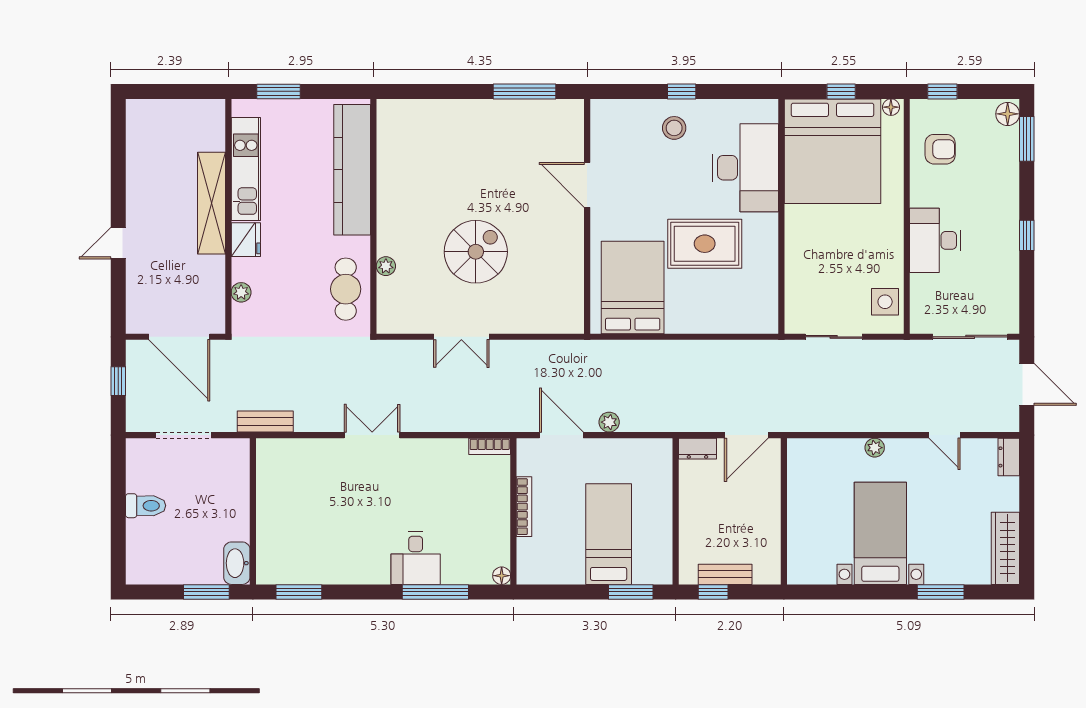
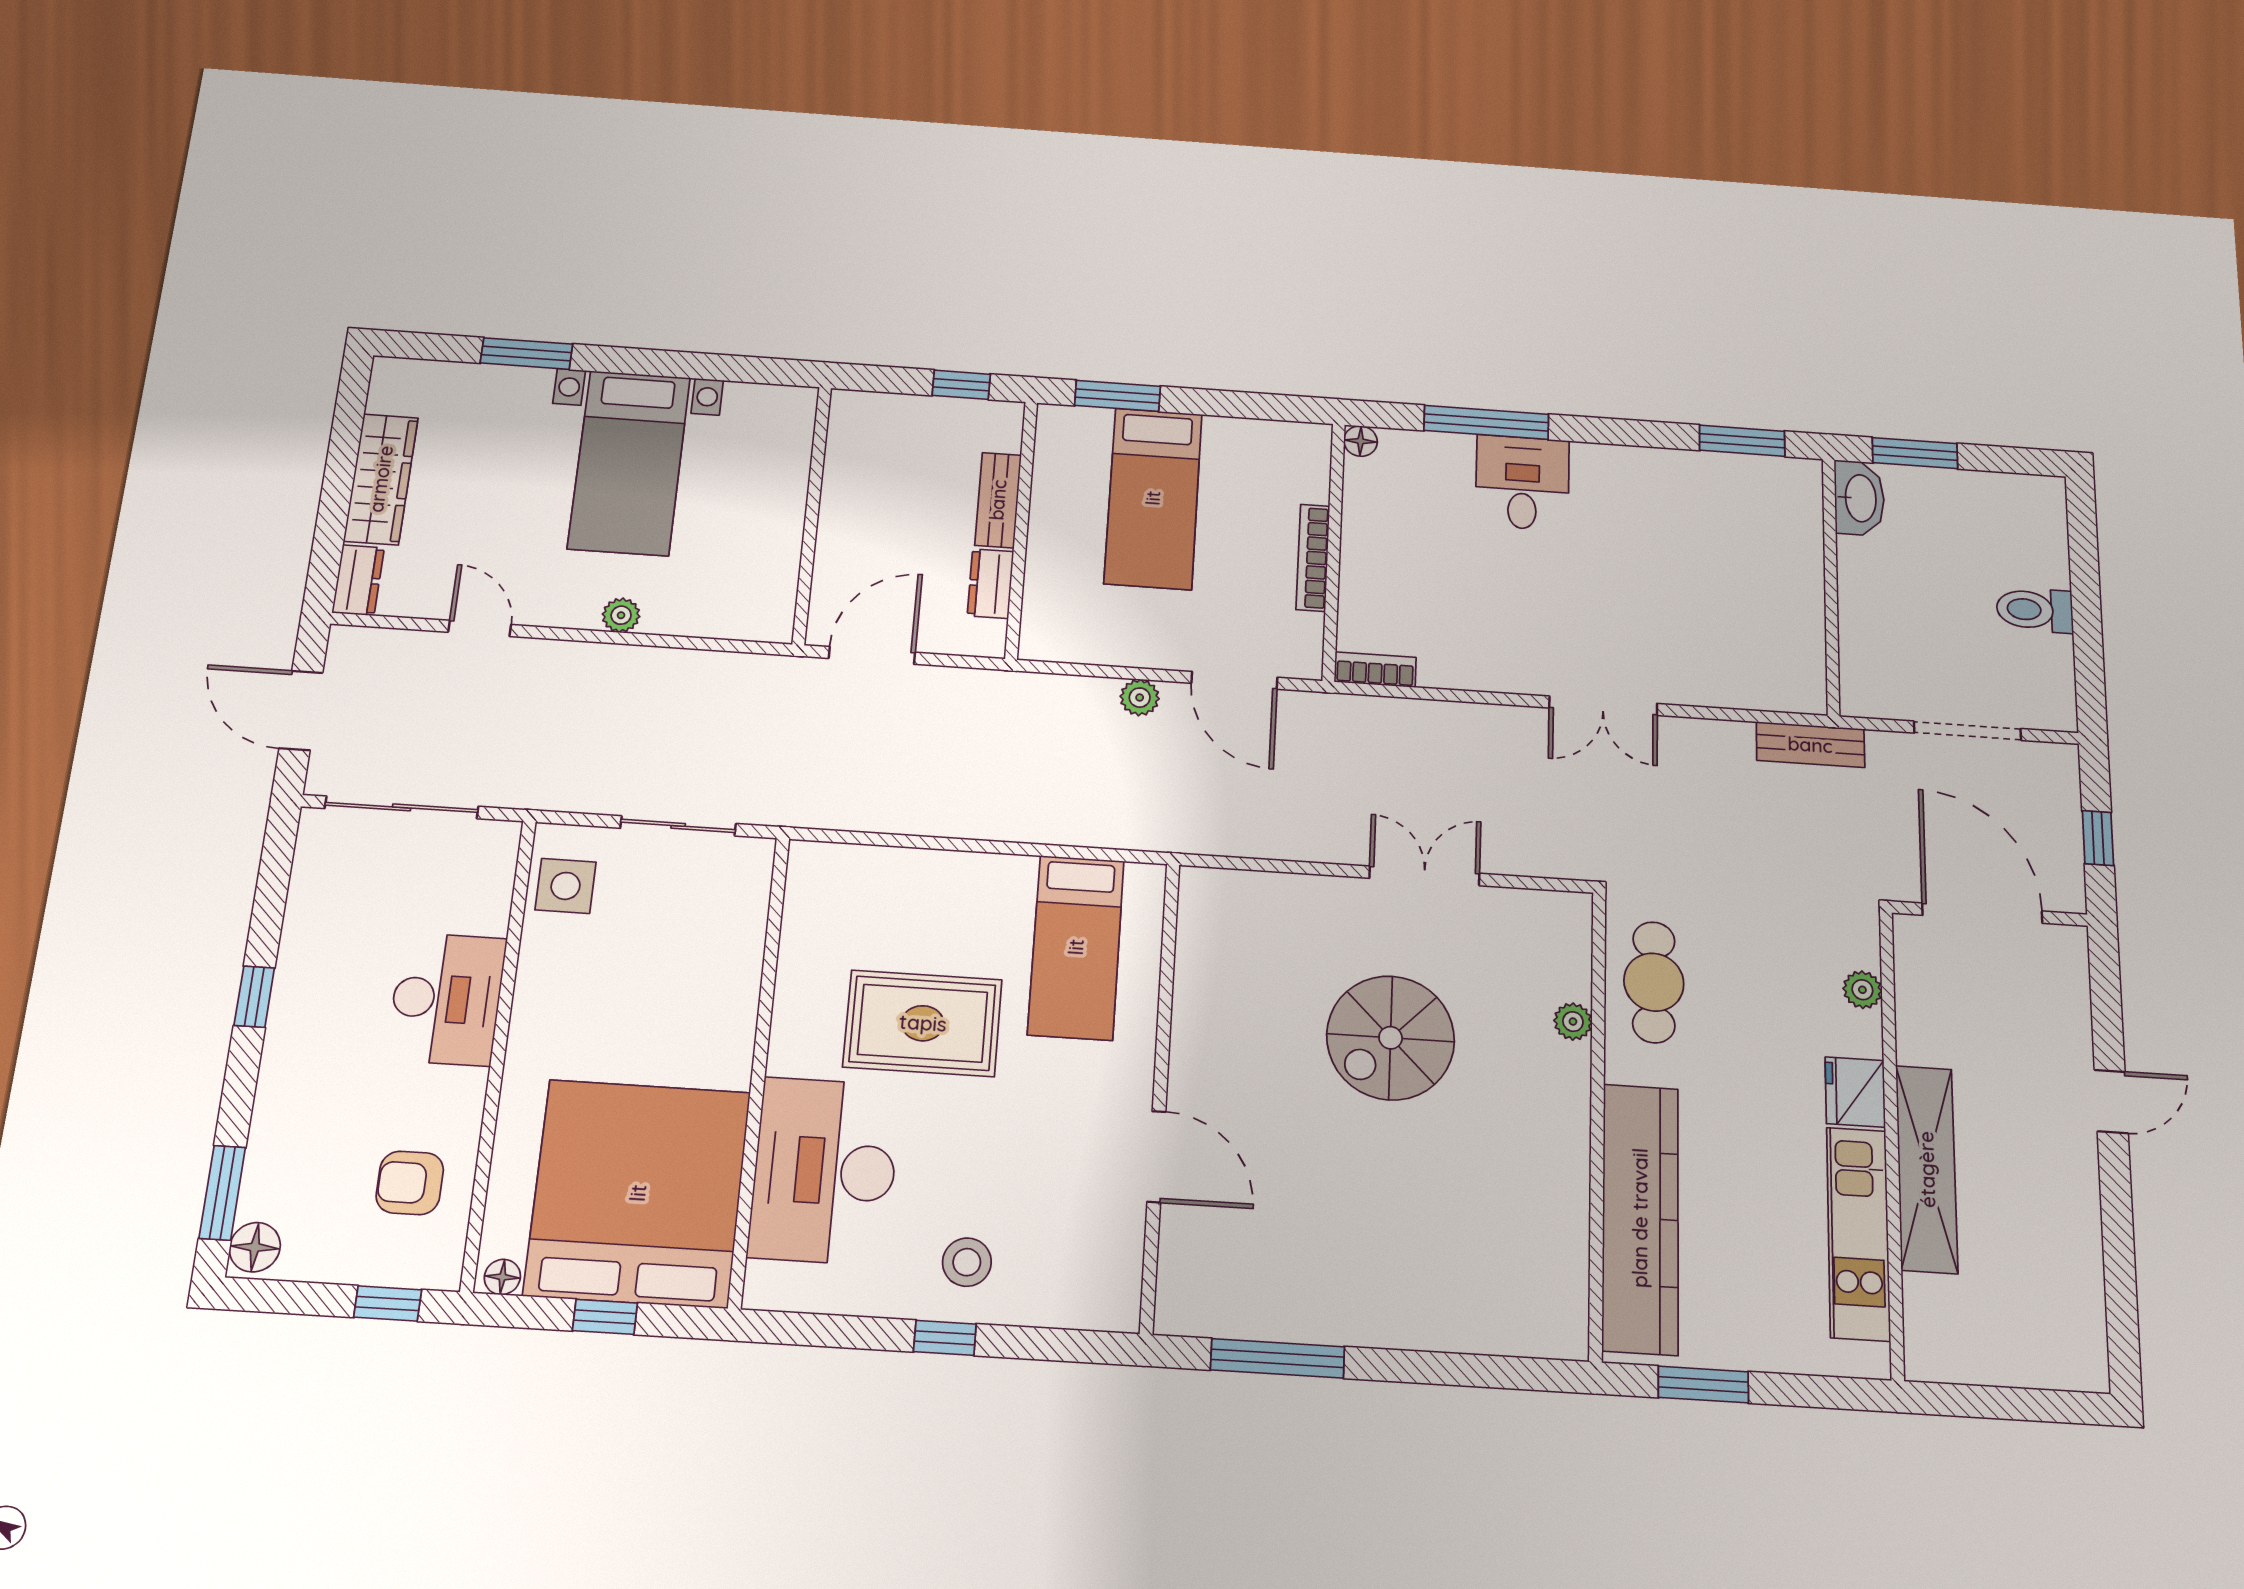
window: (279, 91) -> (1703, 1385), moved
bed: (633, 287) -> (1076, 947), width x0.67
dresser: (697, 449) -> (990, 584), moved, turned -90
wardrobe: (1005, 548) -> (381, 479), moved
bench: (725, 574) -> (998, 500), moved, turned 90

